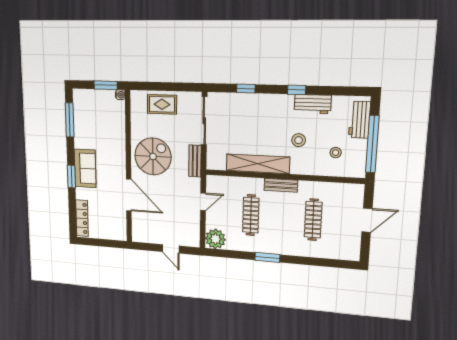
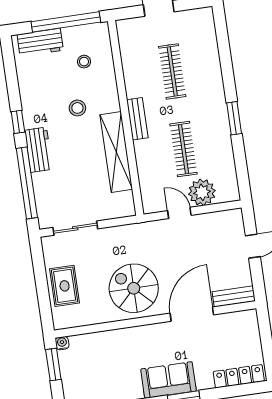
window: (246, 89) -> (27, 183), width x3.17
workbench: (313, 104) -> (39, 150), moved
sliding door: (204, 121) -> (75, 228), width x0.73
bench: (195, 161) -> (234, 296), moved
clothes rail: (251, 215) -> (184, 149), turned 90
clothes rail: (313, 220) -> (172, 71), turned 90
plant: (215, 239) -> (202, 192), moved

